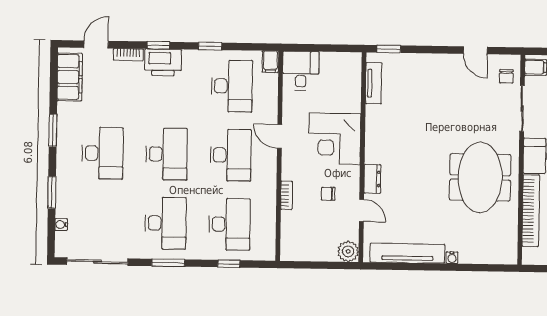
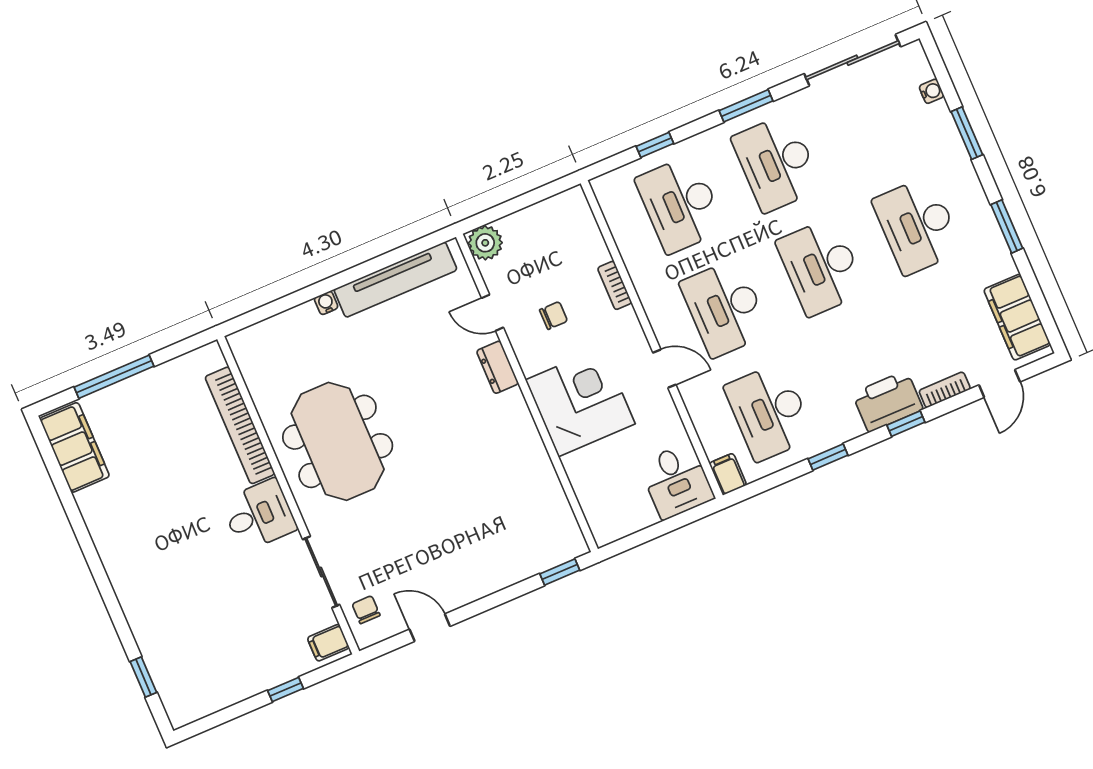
tv unit: (374, 83) -> (559, 511), removed

